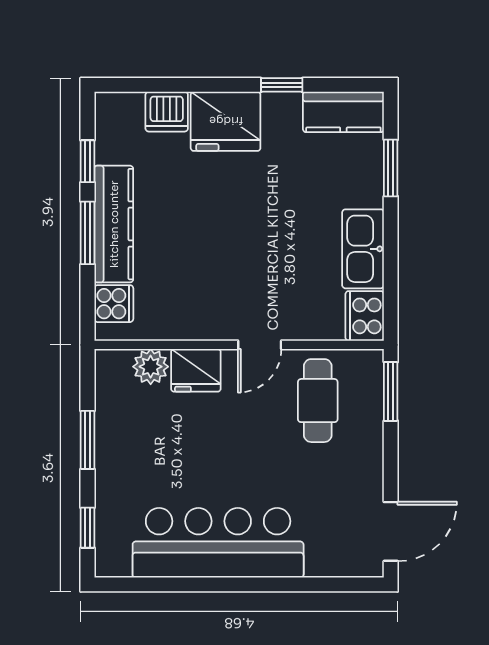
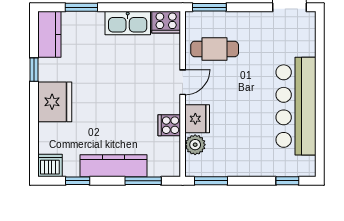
dishwasher: (167, 112) -> (50, 166), moved, turned -90
window: (87, 233) -> (143, 181), moved
cooker: (114, 304) -> (169, 125), moved, turned -90
door: (260, 345) -> (183, 82), hinge flipped
window: (87, 440) -> (211, 181), moved

